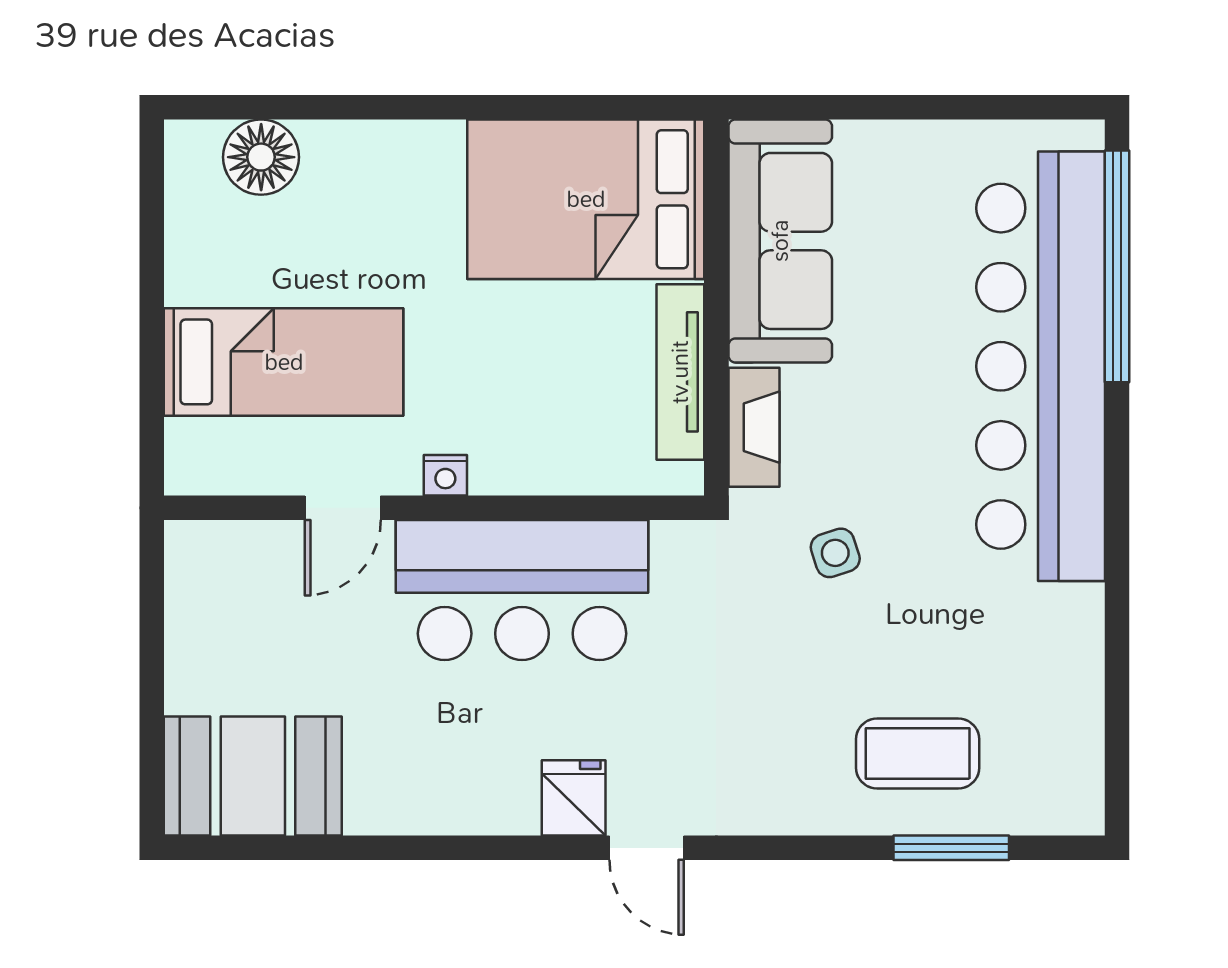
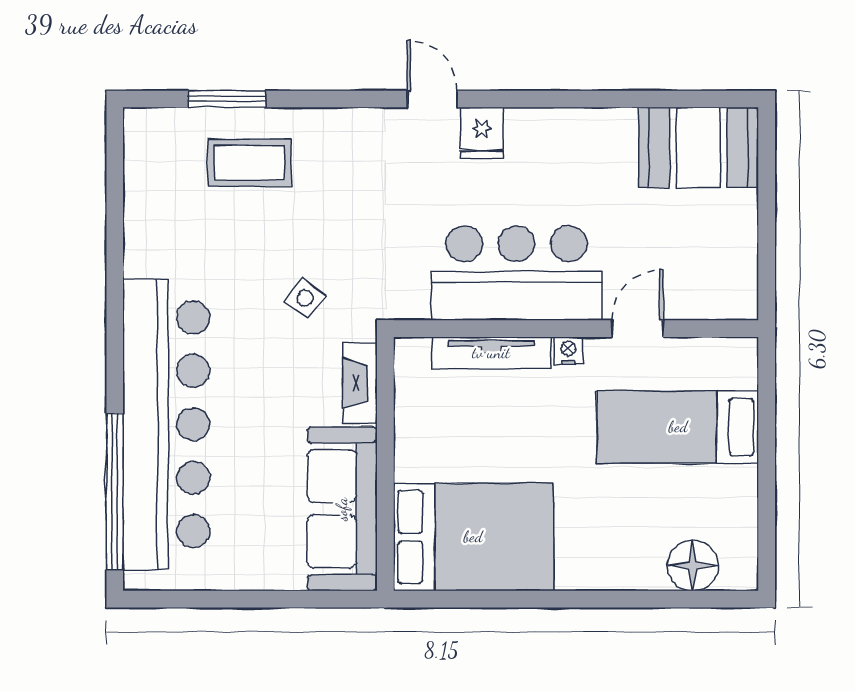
tv unit: (680, 372) -> (491, 353), moved, turned 90
side table: (835, 553) -> (305, 298), turned -34

